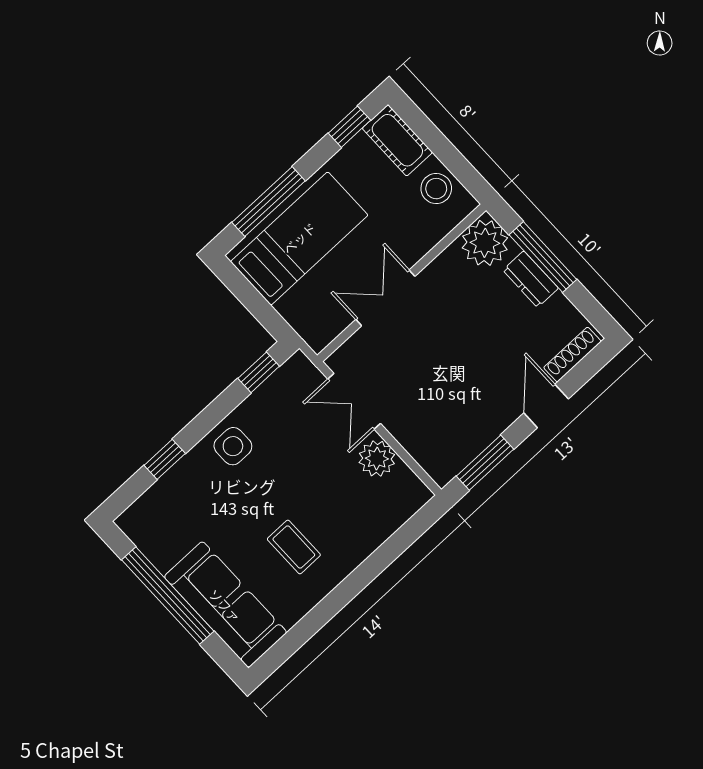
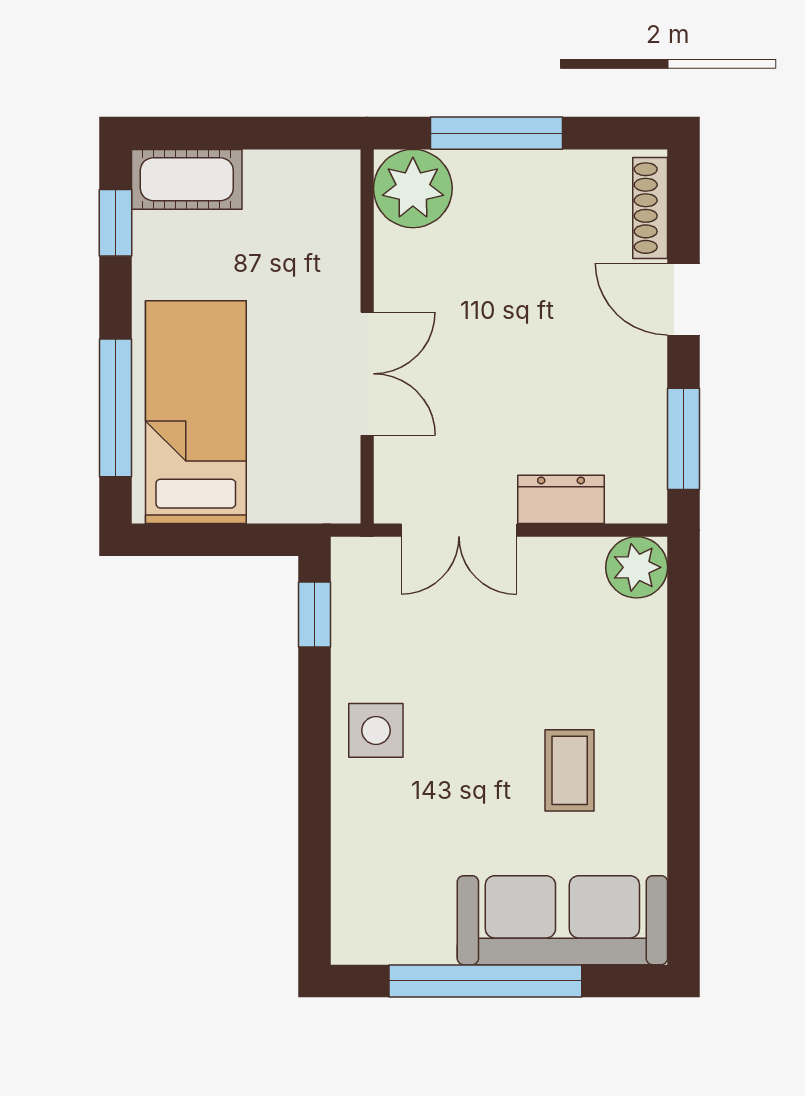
stool: (436, 189) -> (291, 186), removed
dresser: (531, 279) -> (561, 499), moved, turned 180
double door: (385, 298) -> (367, 374), swing flipped
window: (165, 459) -> (314, 830), removed
plant: (377, 459) -> (637, 567), moved
coffee table: (294, 547) -> (570, 770), turned 90

